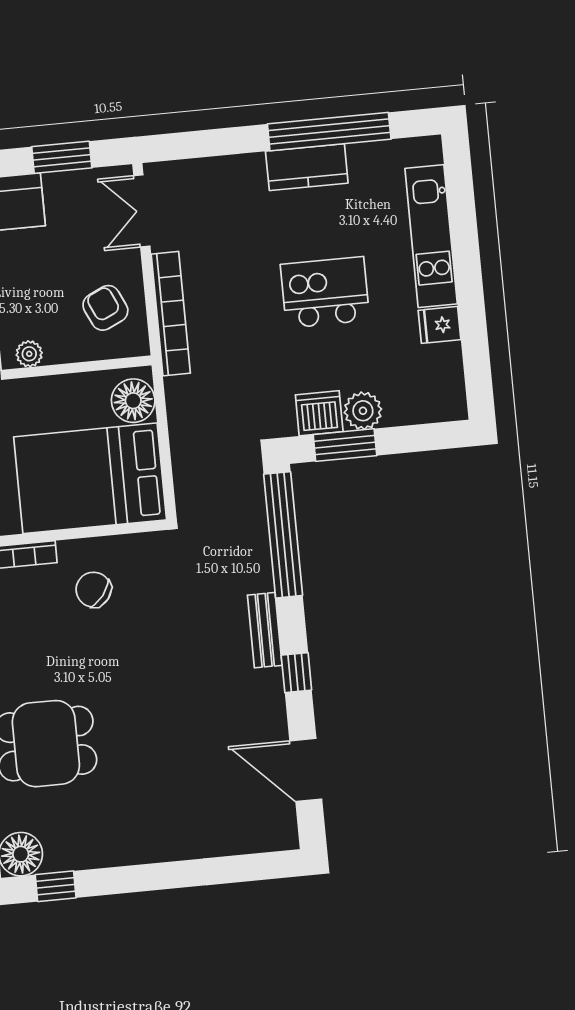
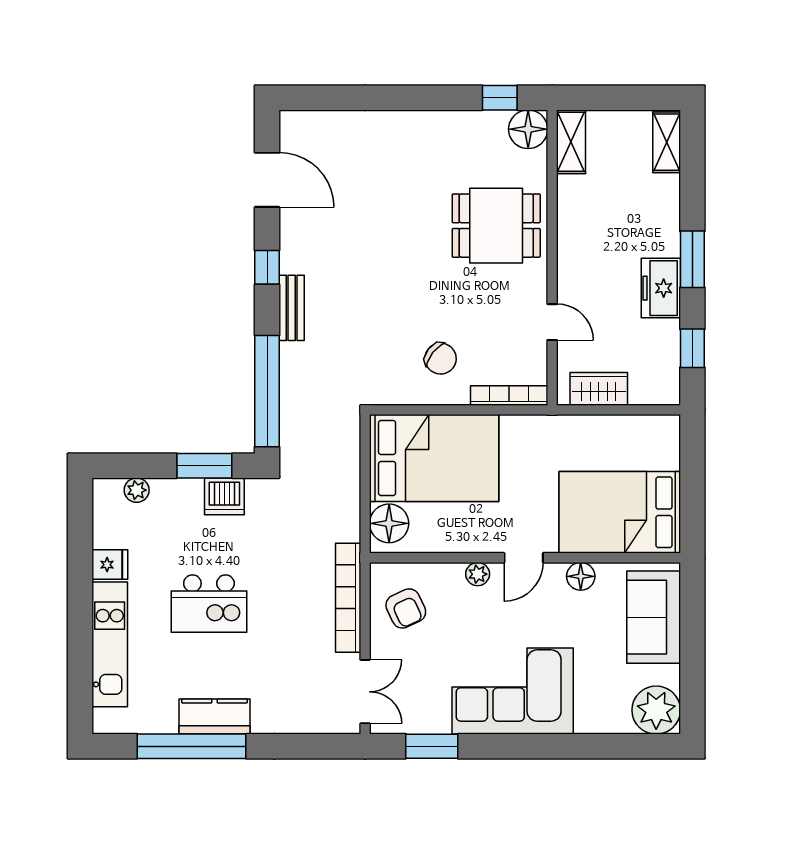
plant: (363, 411) -> (137, 490), moved, width x0.73, depth x0.73

